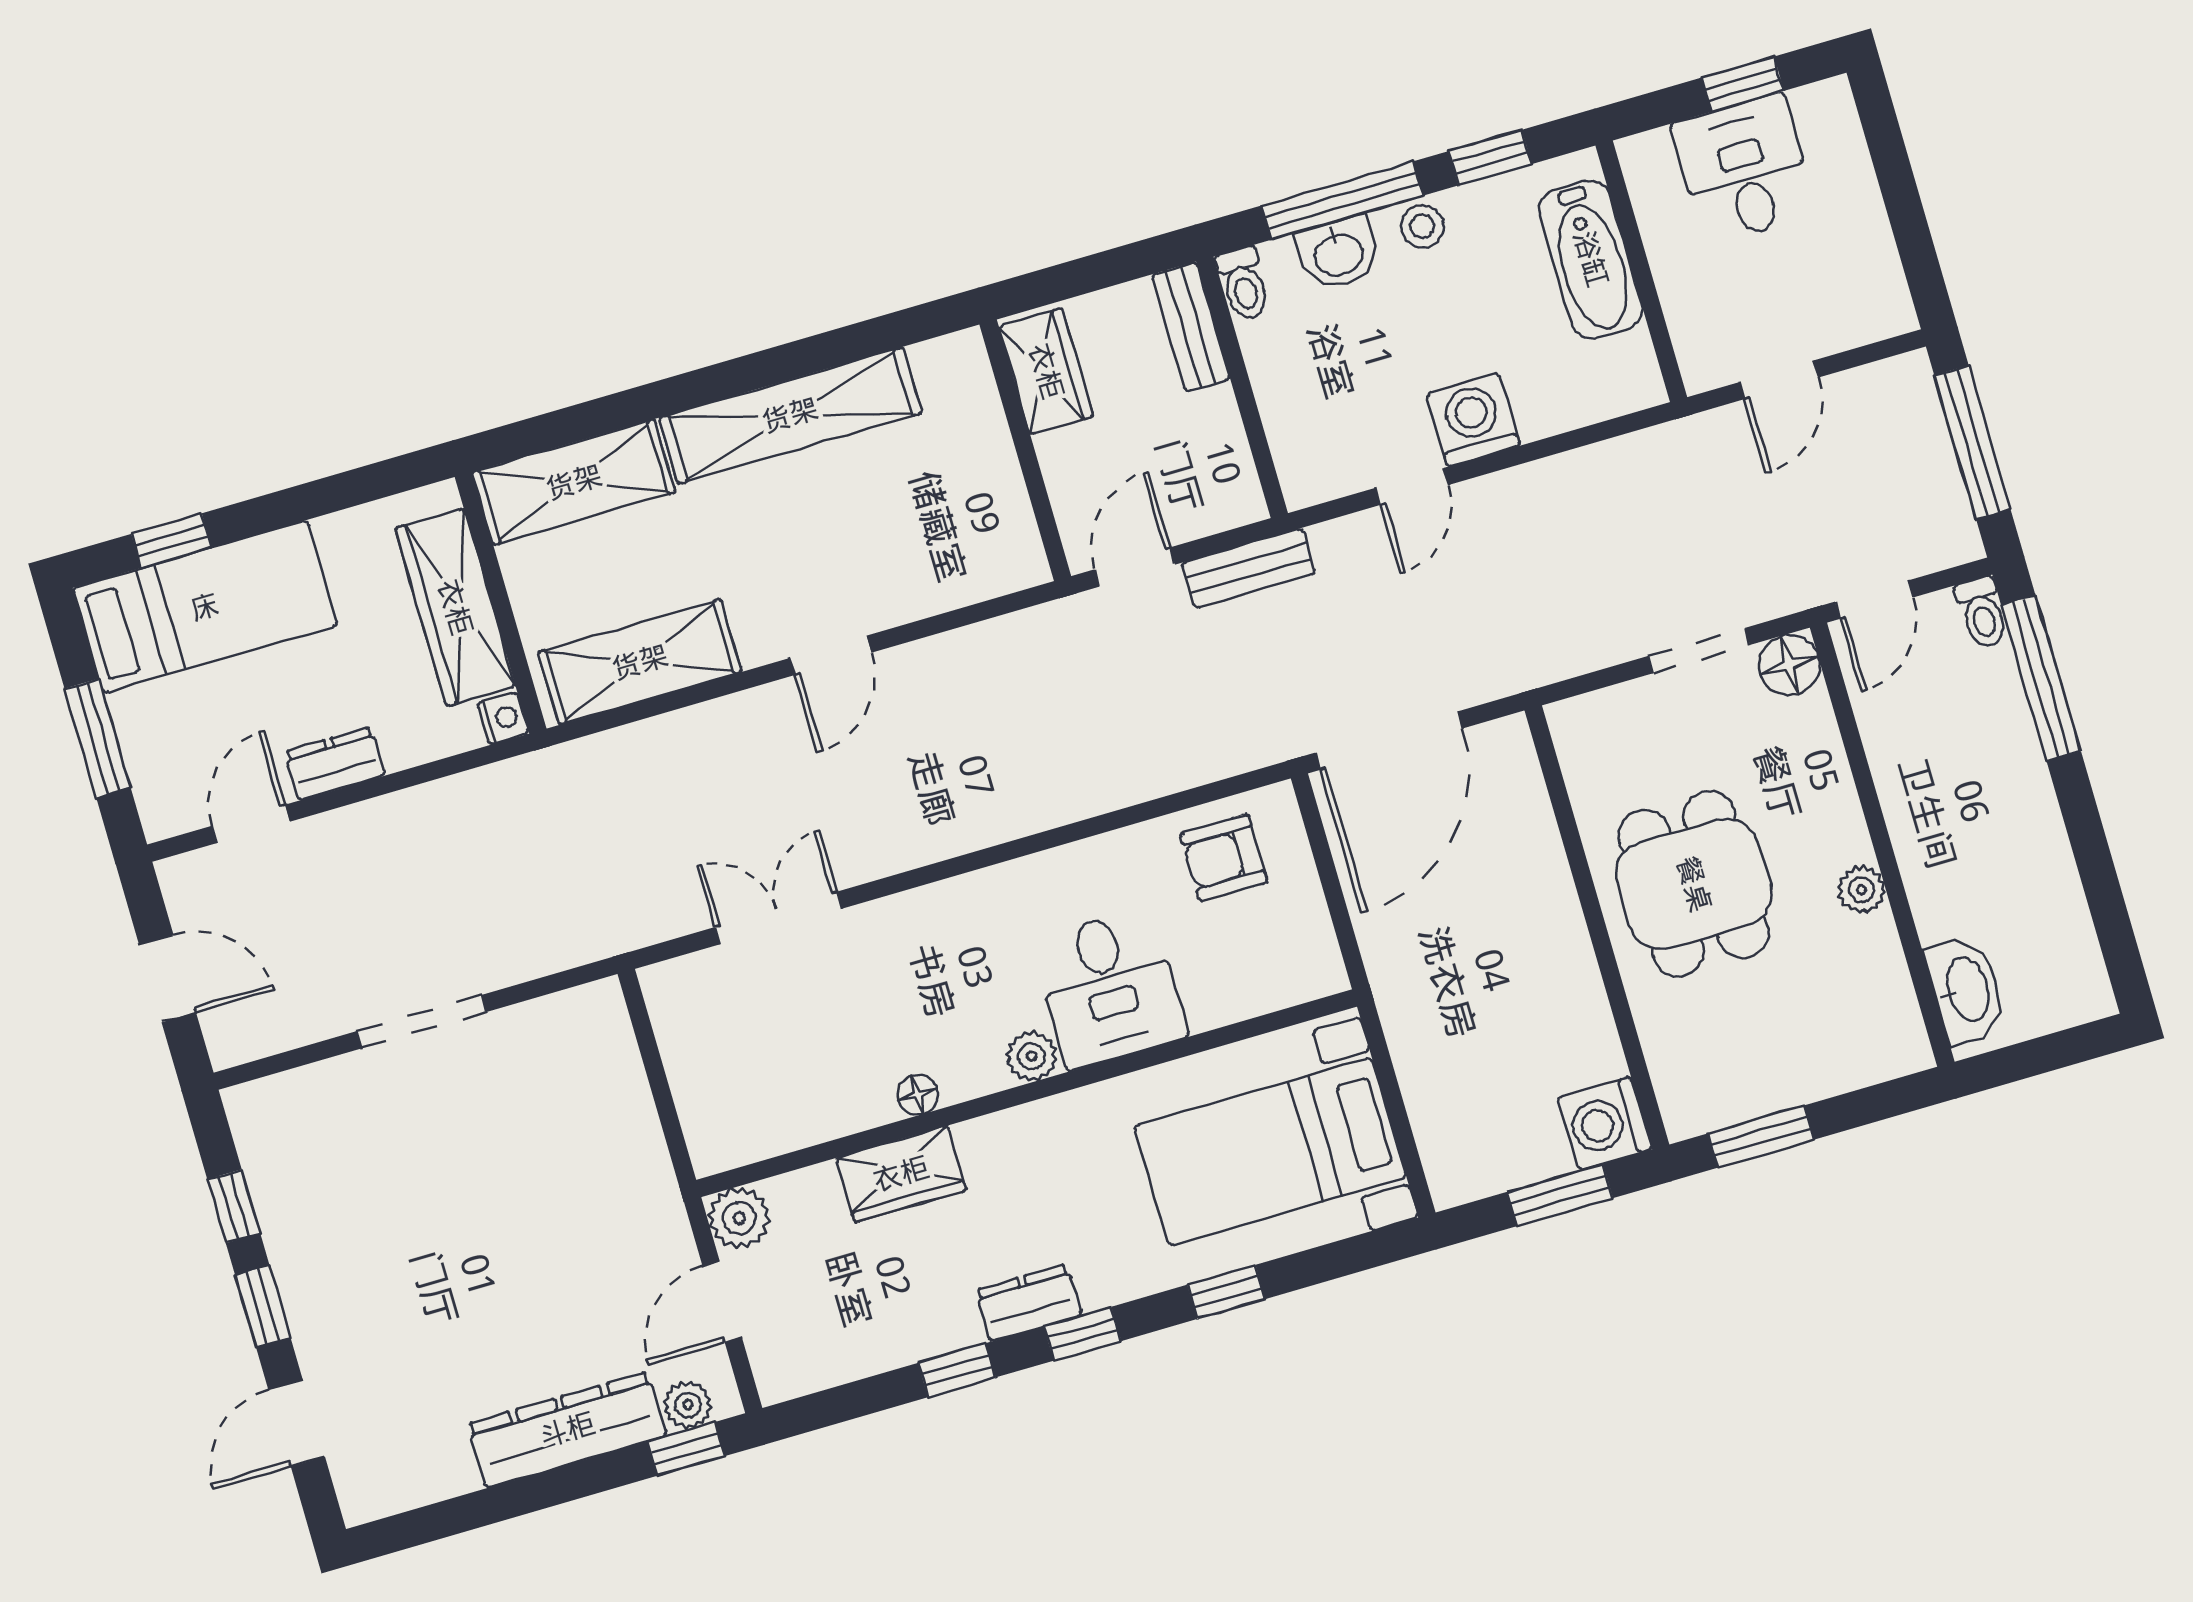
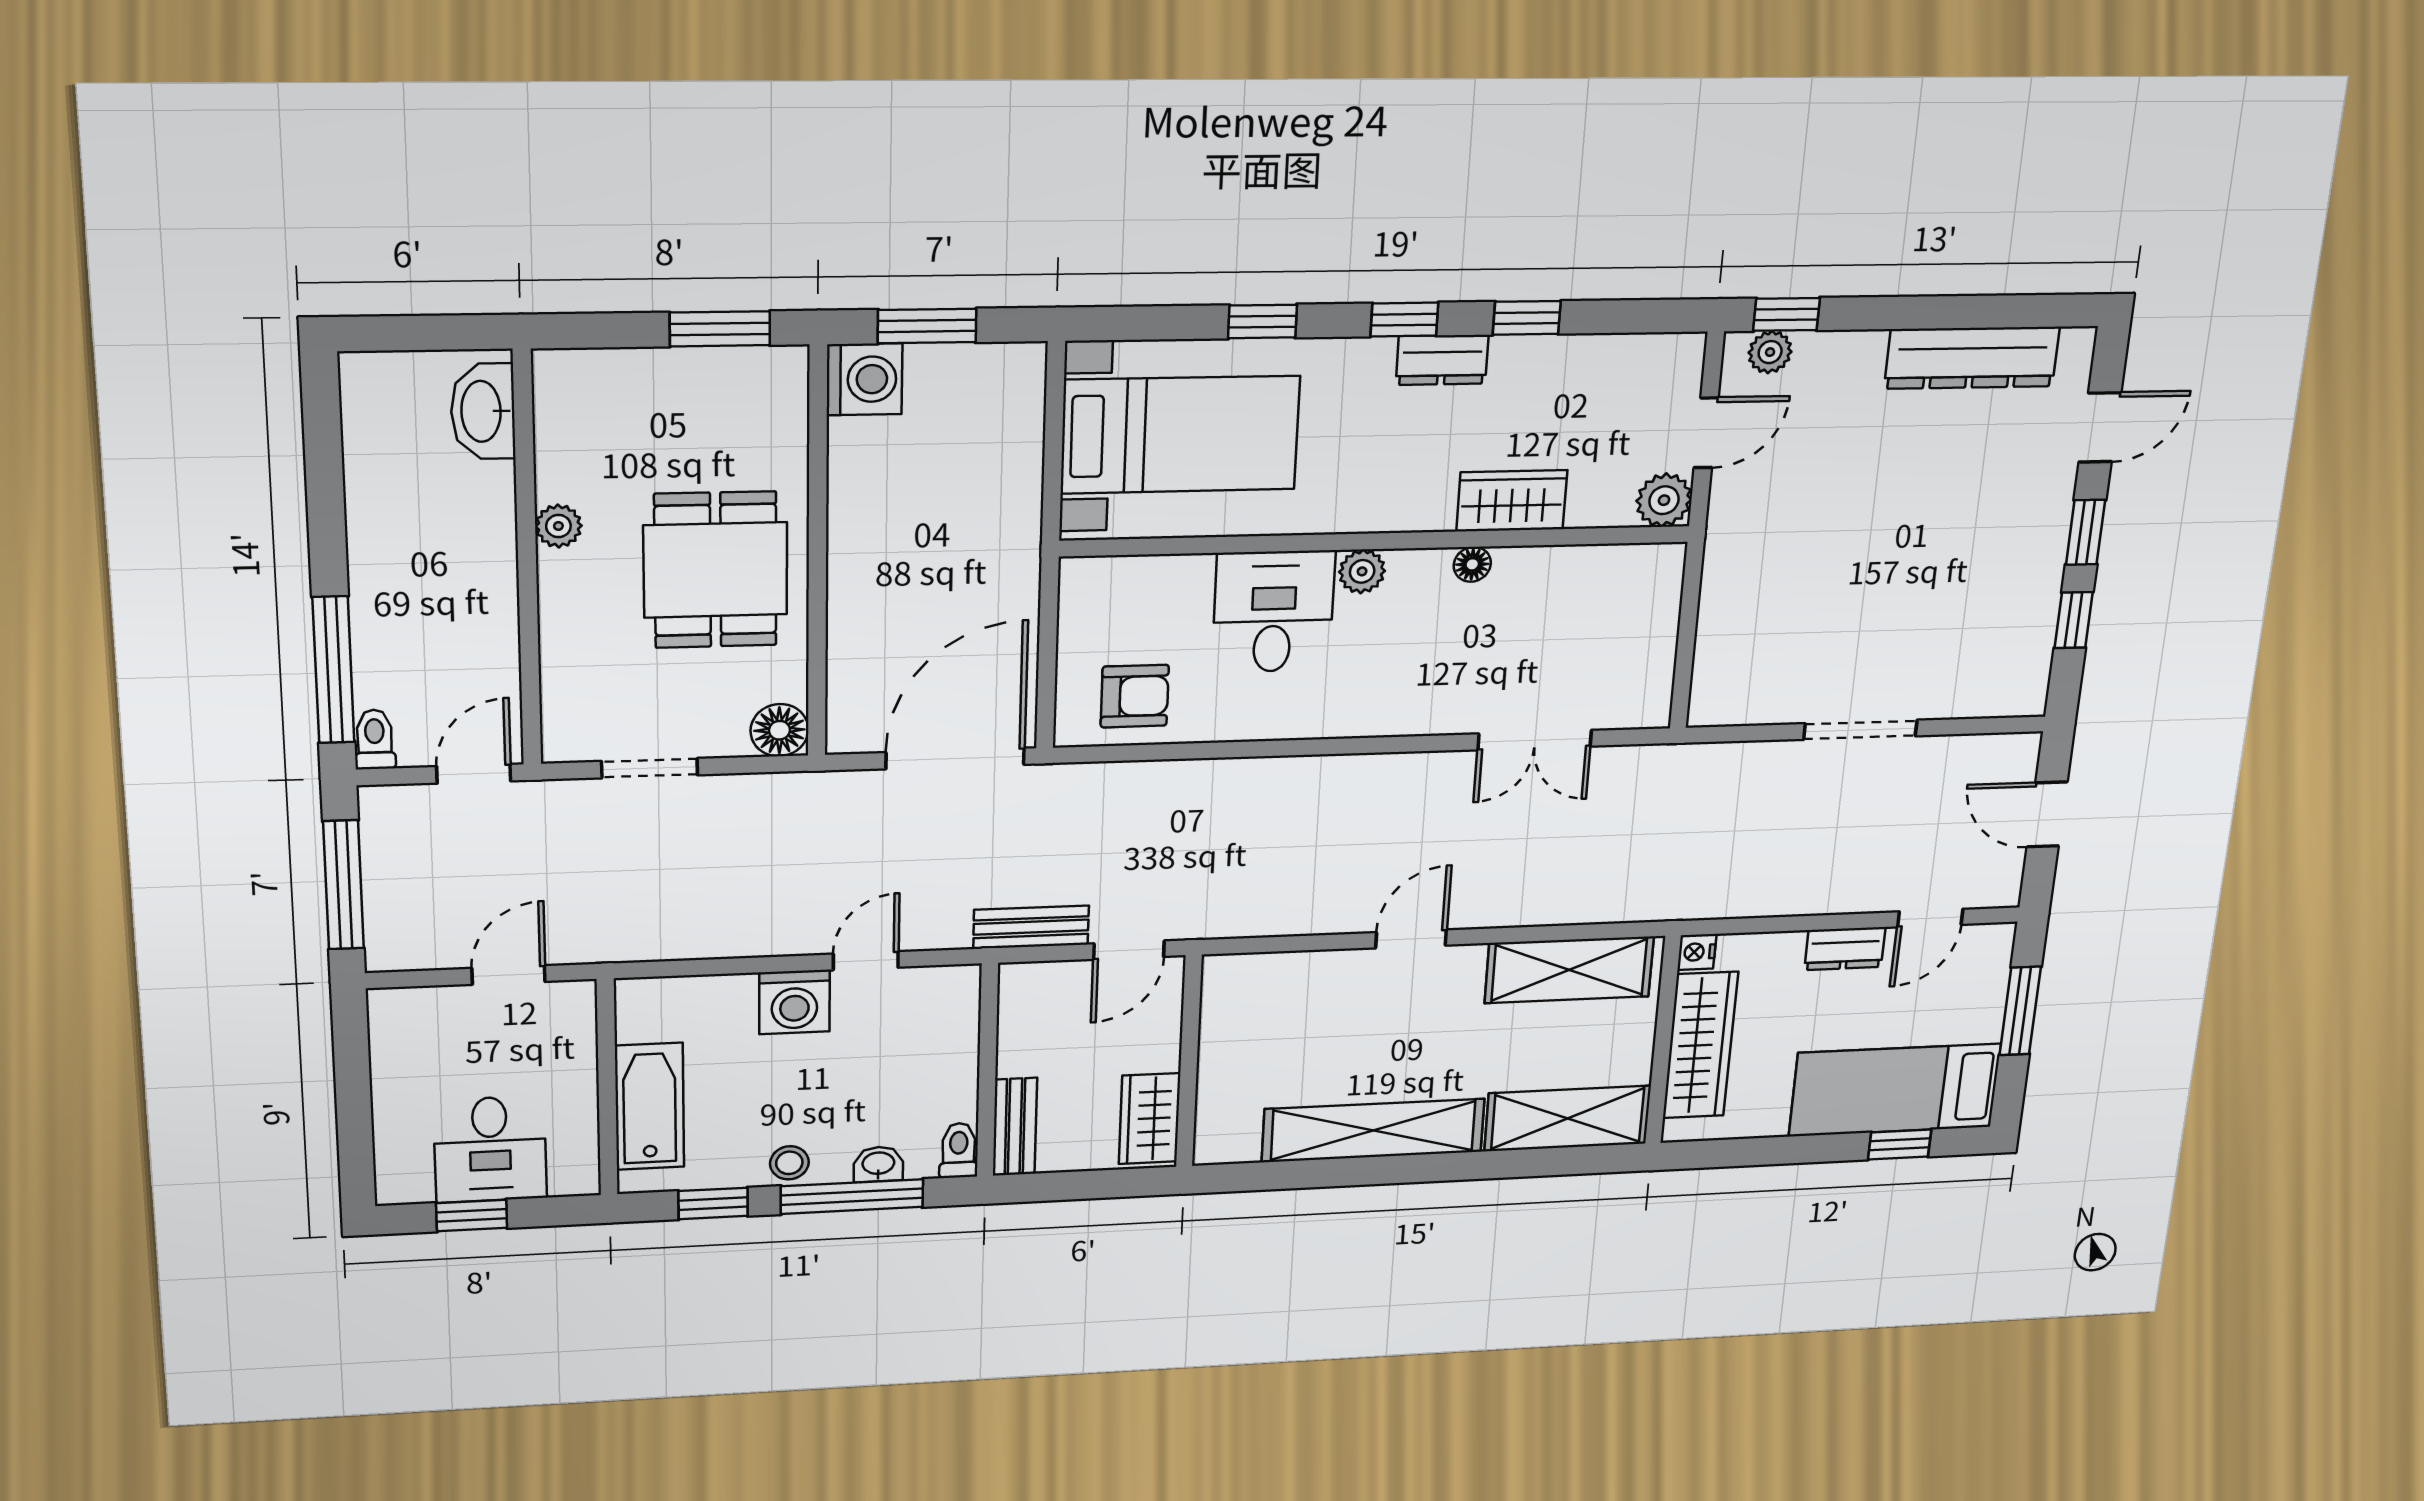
washbasin: (1338, 253) -> (878, 1164), width x0.72, depth x0.69
floor lamp: (1789, 665) -> (779, 730), moved
dresser: (567, 1430) -> (1972, 358), moved

